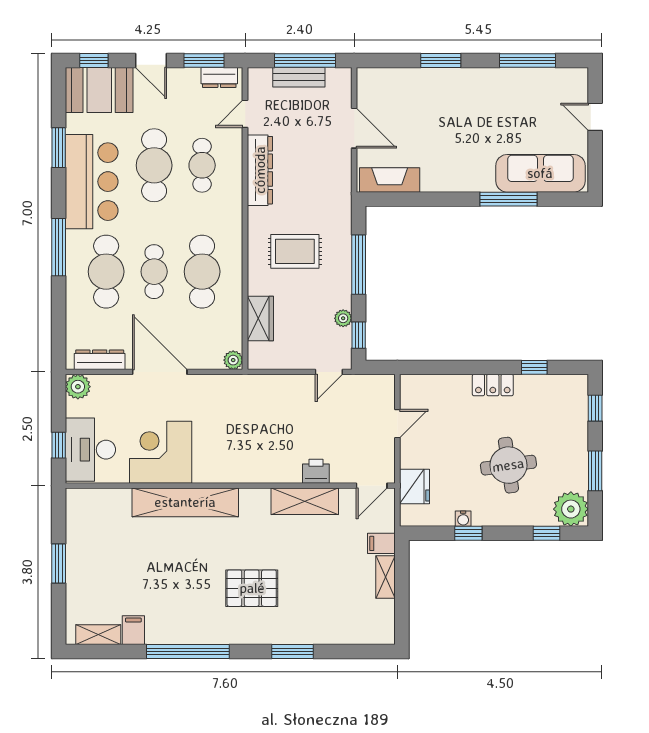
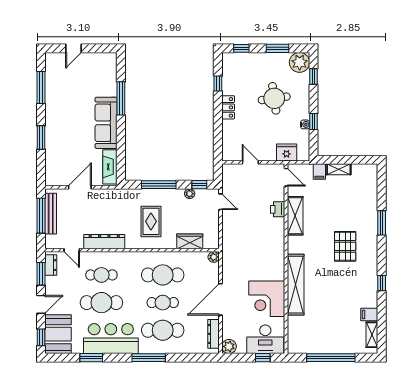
bench: (299, 77) -> (51, 214), width x1.36
sofa: (540, 173) -> (106, 123), moved
window: (59, 563) -> (331, 358), width x2.11
window: (188, 652) -> (382, 283), width x0.32

